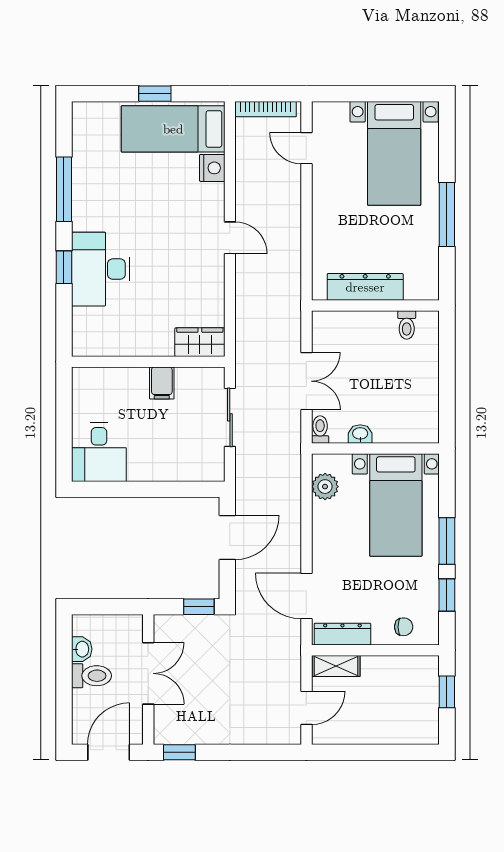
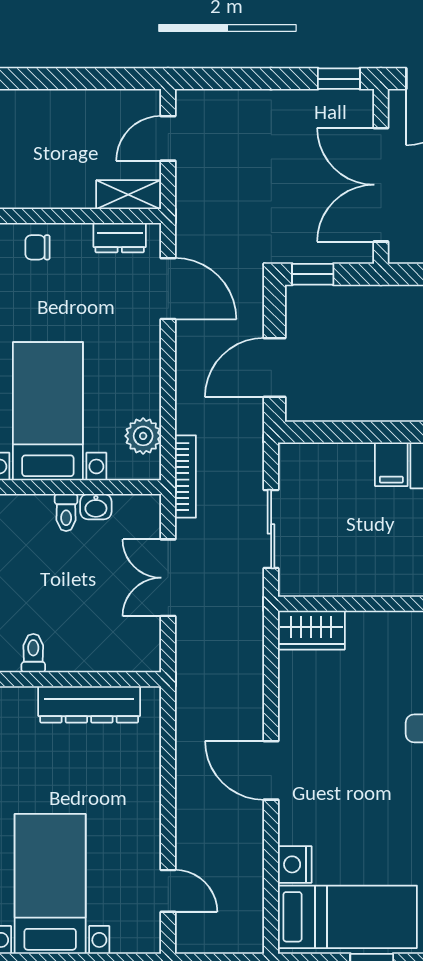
bookcase: (266, 109) -> (185, 477), moved, turned 90
door: (230, 238) -> (271, 770), width x1.38
filing cabinet: (162, 383) -> (391, 464), moved, turned 180
toilet: (320, 430) -> (66, 513), moved
dresser: (342, 634) -> (120, 238), width x0.70
double door: (148, 673) -> (381, 185), width x1.37

